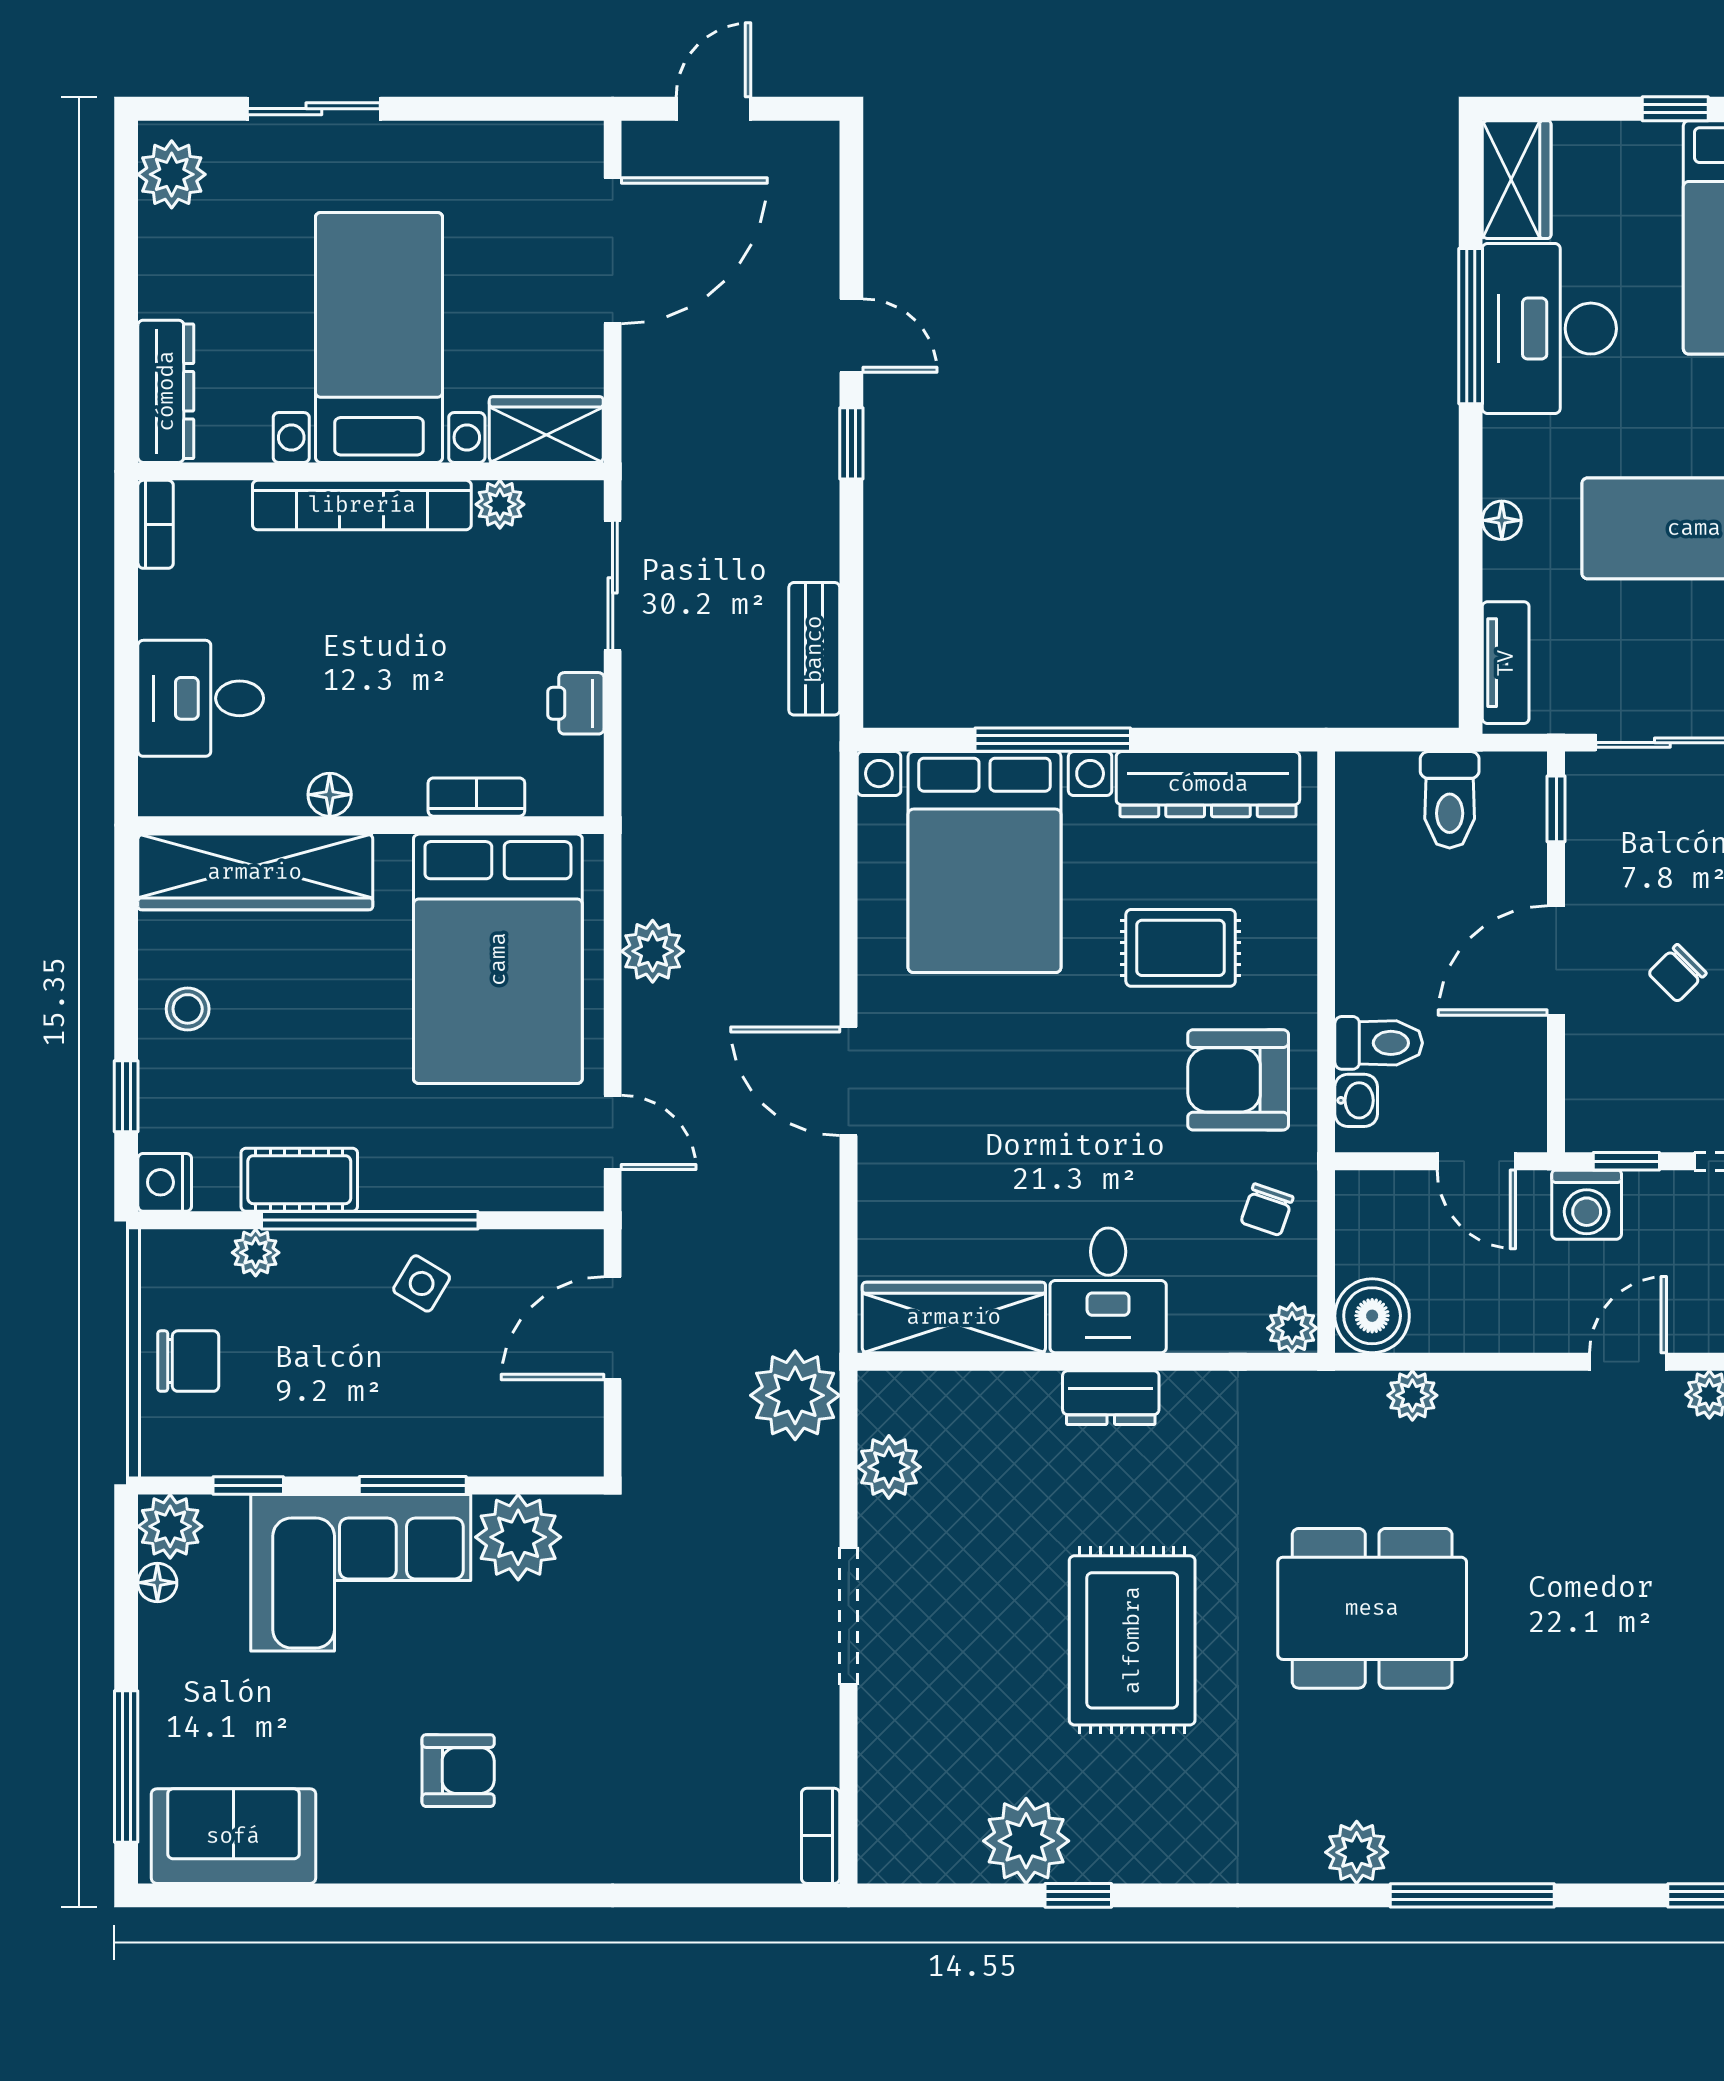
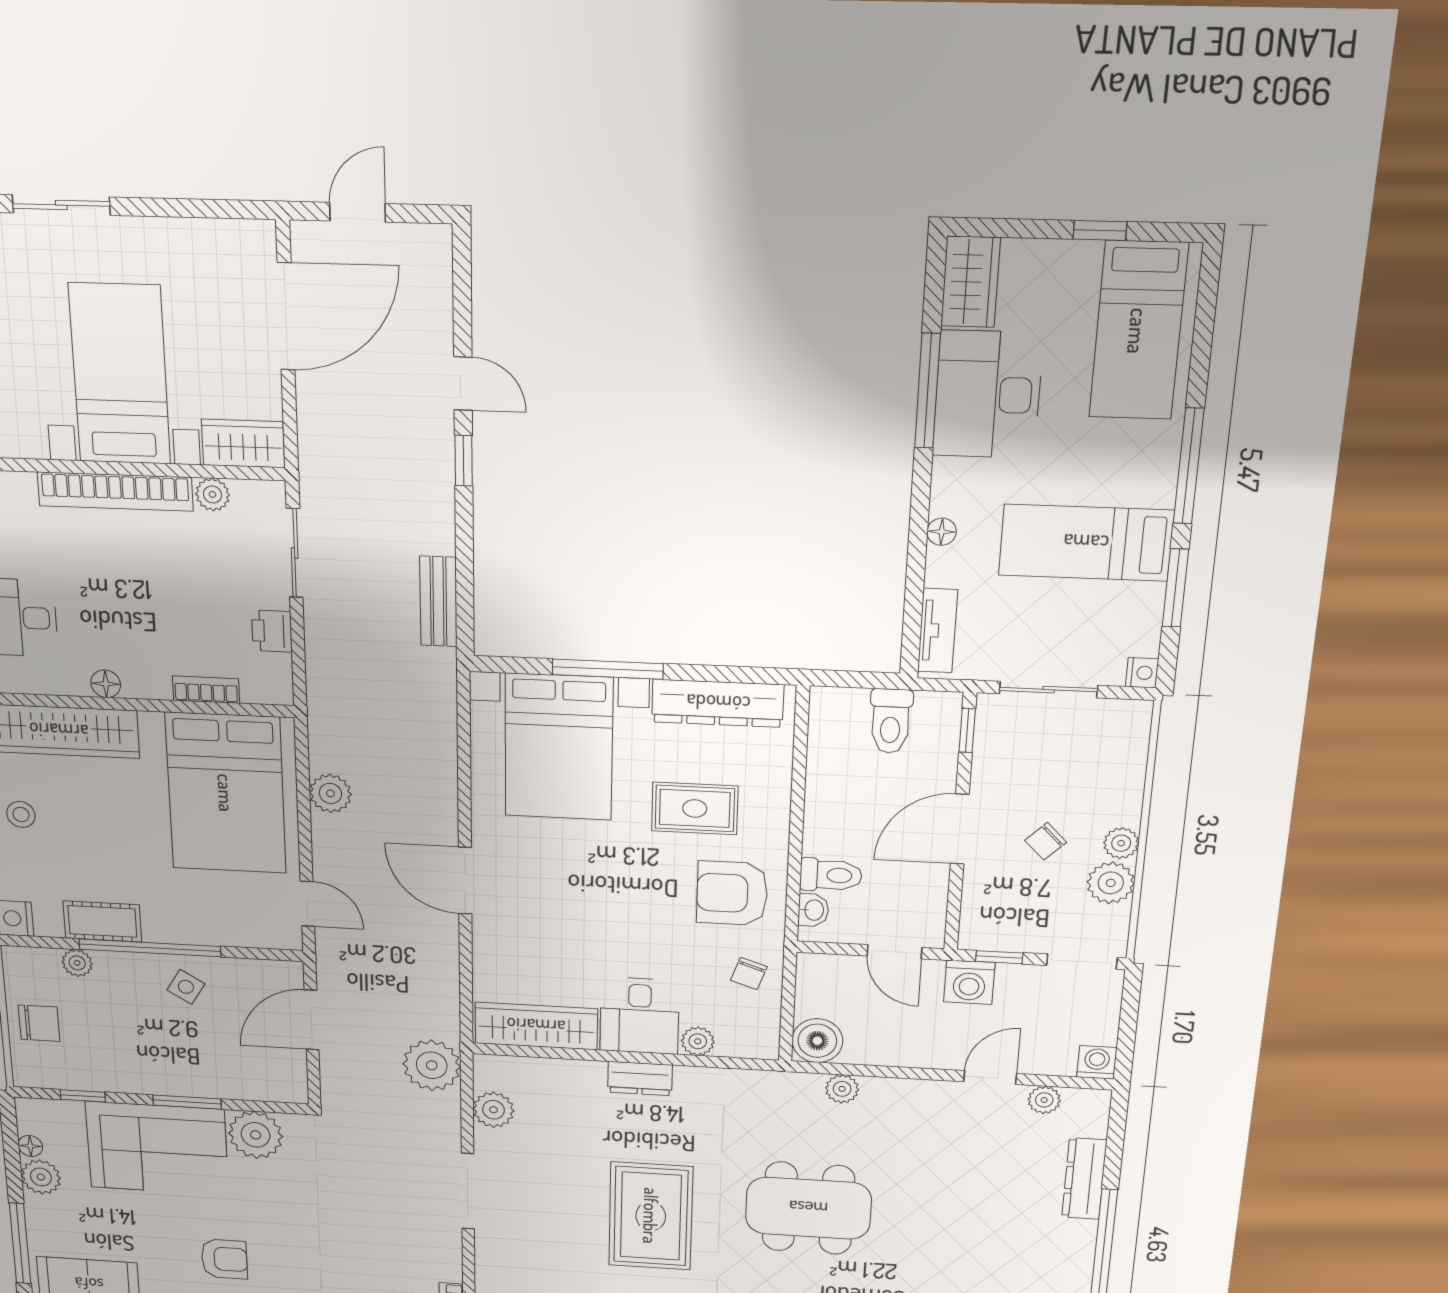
plant: (1292, 1328) -> (698, 1041), moved
plant: (170, 1526) -> (41, 1177), moved

